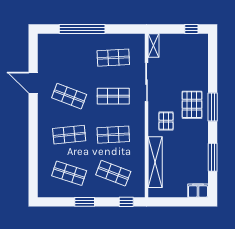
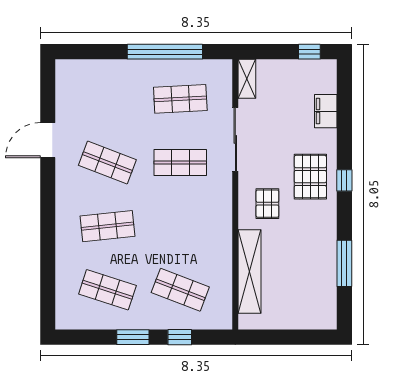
window: (82, 29) -> (165, 52), moved
door: (33, 83) -> (48, 140), hinge flipped
window: (213, 107) -> (344, 180), width x0.46
shop shelf: (113, 135) -> (180, 226), removed
filing cabinet: (198, 191) -> (326, 111), moved, turned -90
window: (126, 202) -> (180, 337), moved

